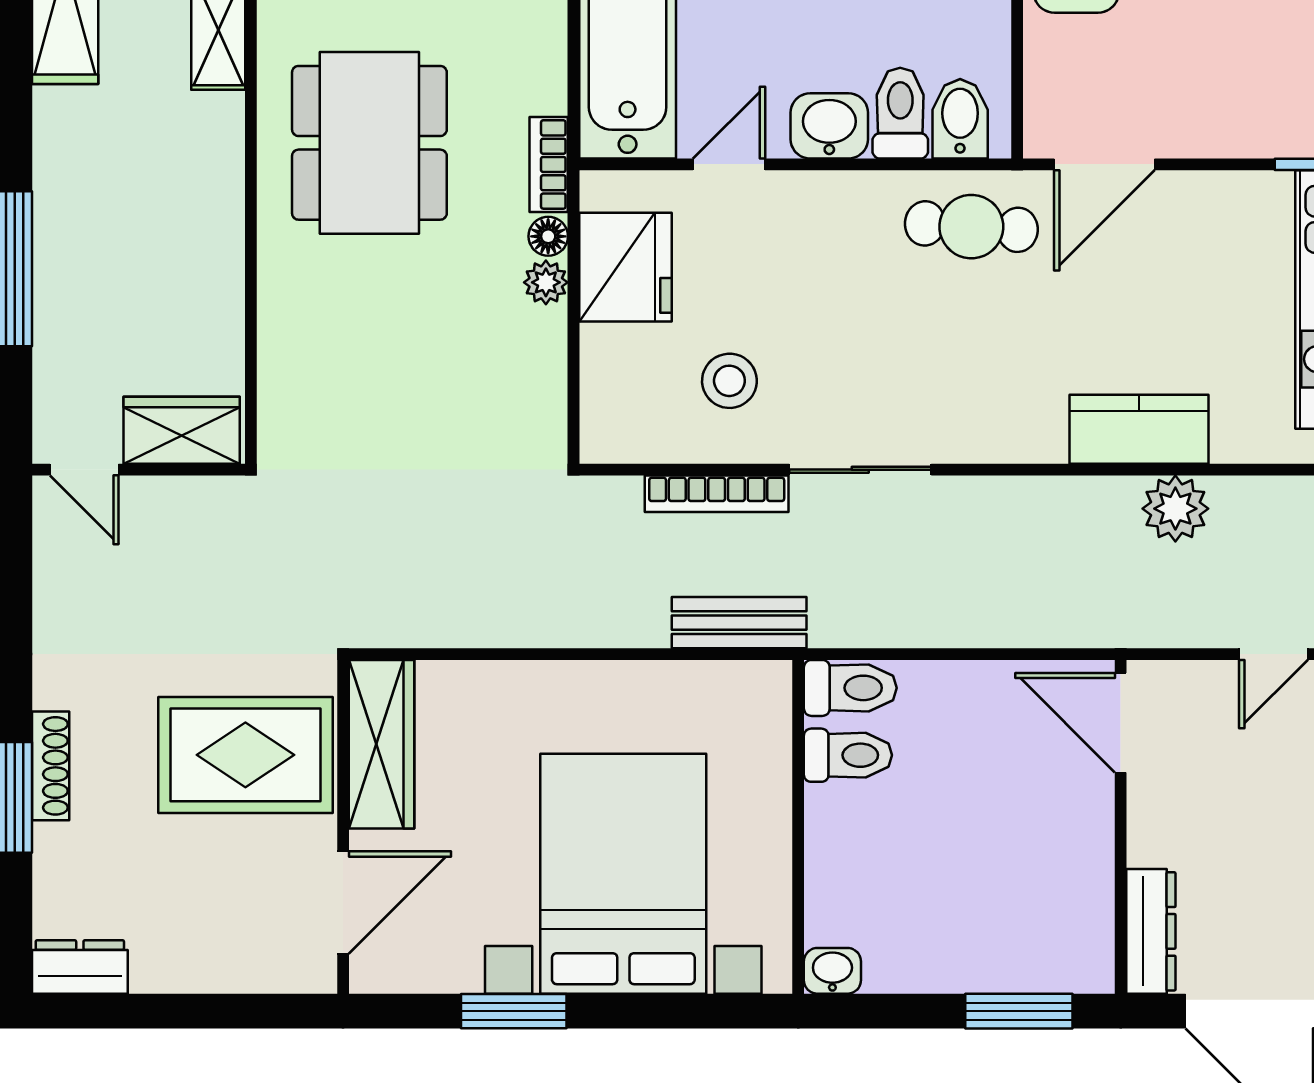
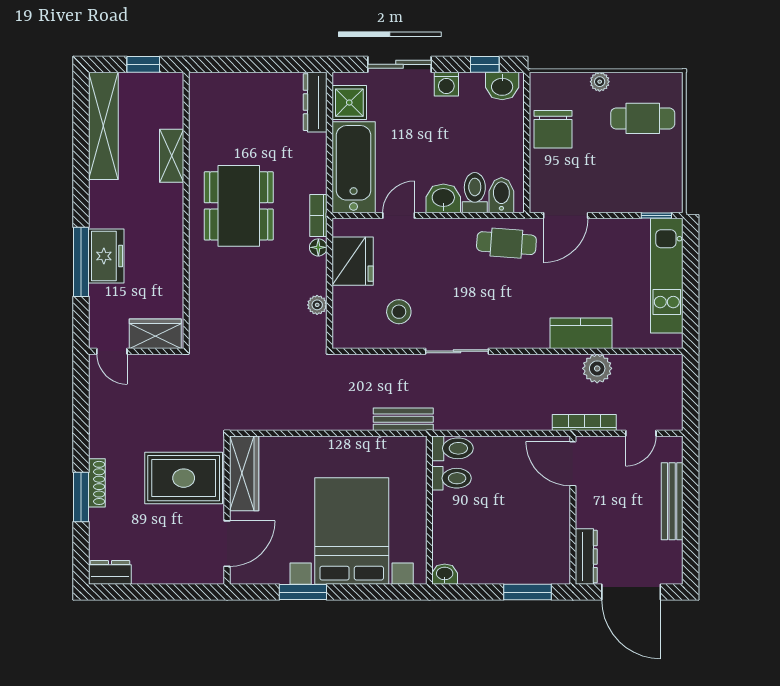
freezer: (72, 256) -> (106, 256), added
plant: (546, 282) -> (317, 305), moved
bookcase: (717, 494) -> (584, 422), moved, turned 180

